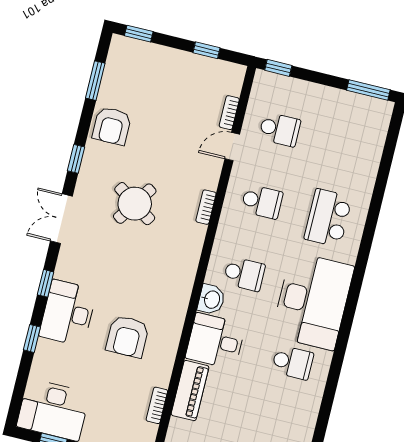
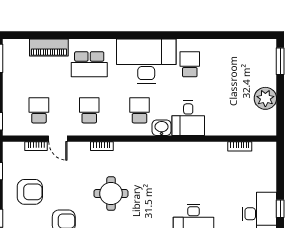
round table: (135, 204) -> (111, 194), turned -34
armchair: (128, 336) -> (30, 192), moved
piano: (190, 391) -> (49, 48), moved, turned 180

